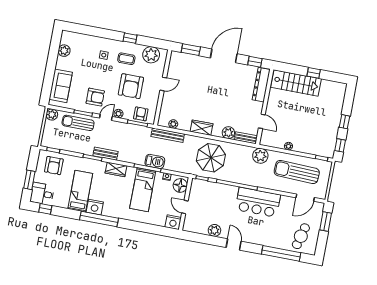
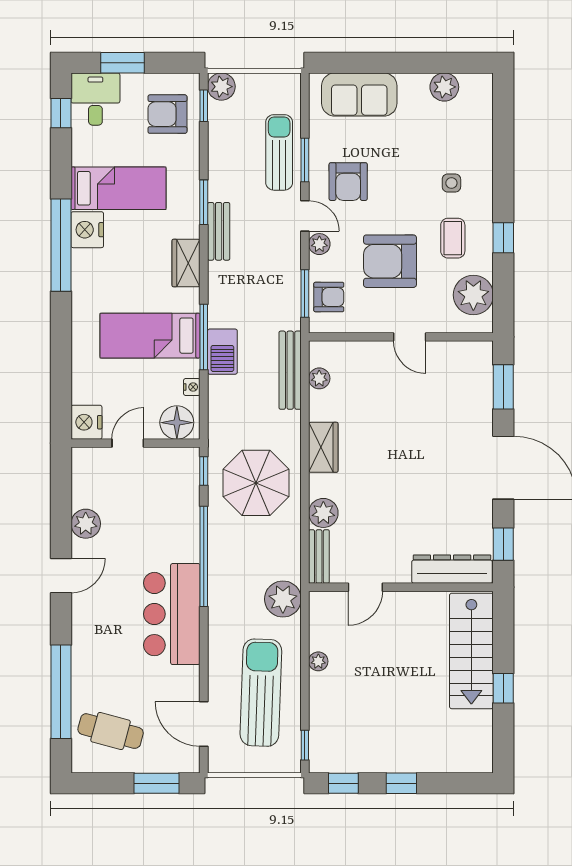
plant: (52, 115) -> (221, 87), moved

